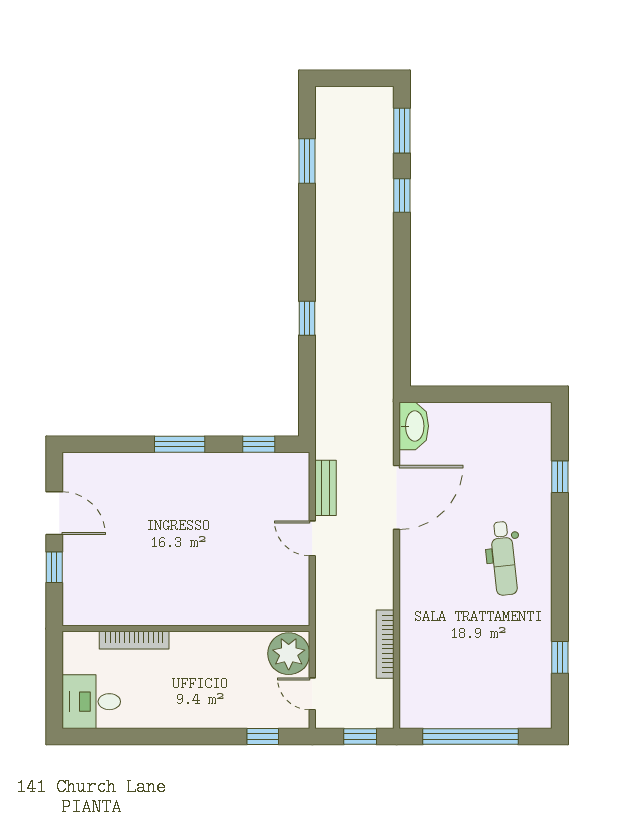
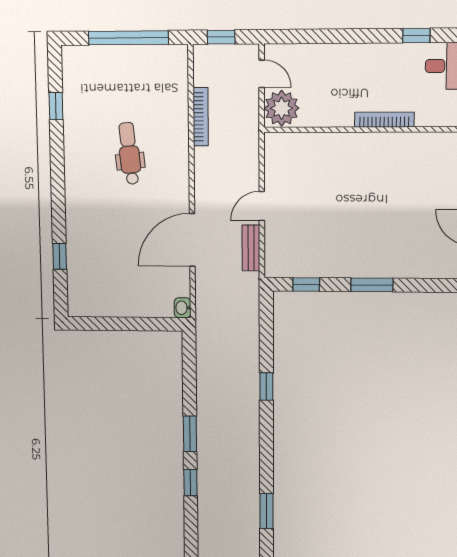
window: (402, 131) -> (190, 434), moved
washbasin: (414, 426) -> (183, 308), width x0.52, depth x0.69
door: (312, 538) -> (262, 206), swing flipped
dental chair: (504, 558) -> (129, 153), moved
bookcase: (134, 640) -> (384, 120), moved
window: (263, 737) -> (416, 35), moved

